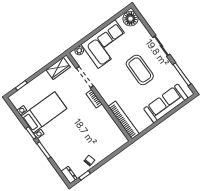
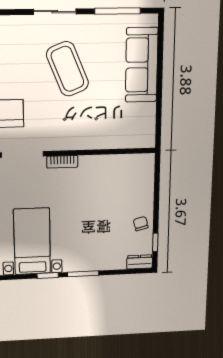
coffee table: (140, 70) -> (67, 69), turned 68
bookcase: (124, 120) -> (121, 141), removed

